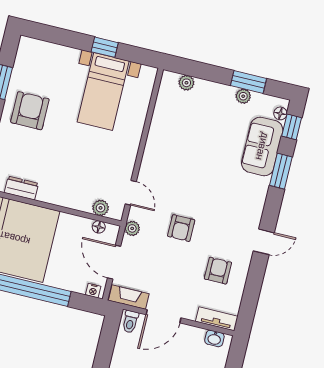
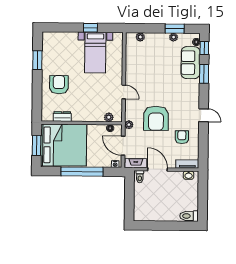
armchair: (30, 111) -> (59, 85), moved
door: (131, 193) -> (124, 92), moved
armchair: (181, 228) -> (156, 118), width x1.88, depth x1.88
door: (264, 242) -> (204, 115), hinge flipped
door: (164, 316) -> (157, 169), swing flipped

